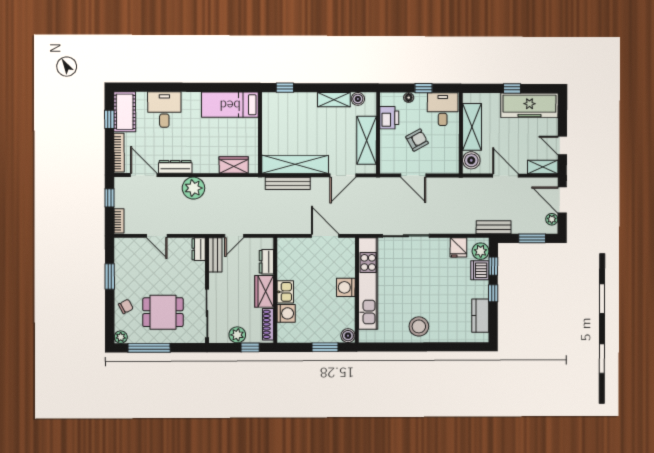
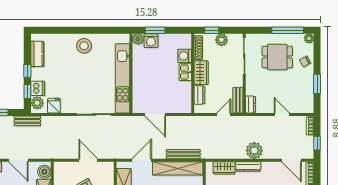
dresser: (175, 167) -> (248, 166), moved
washing machine: (346, 287) -> (151, 41), moved, turned 90

